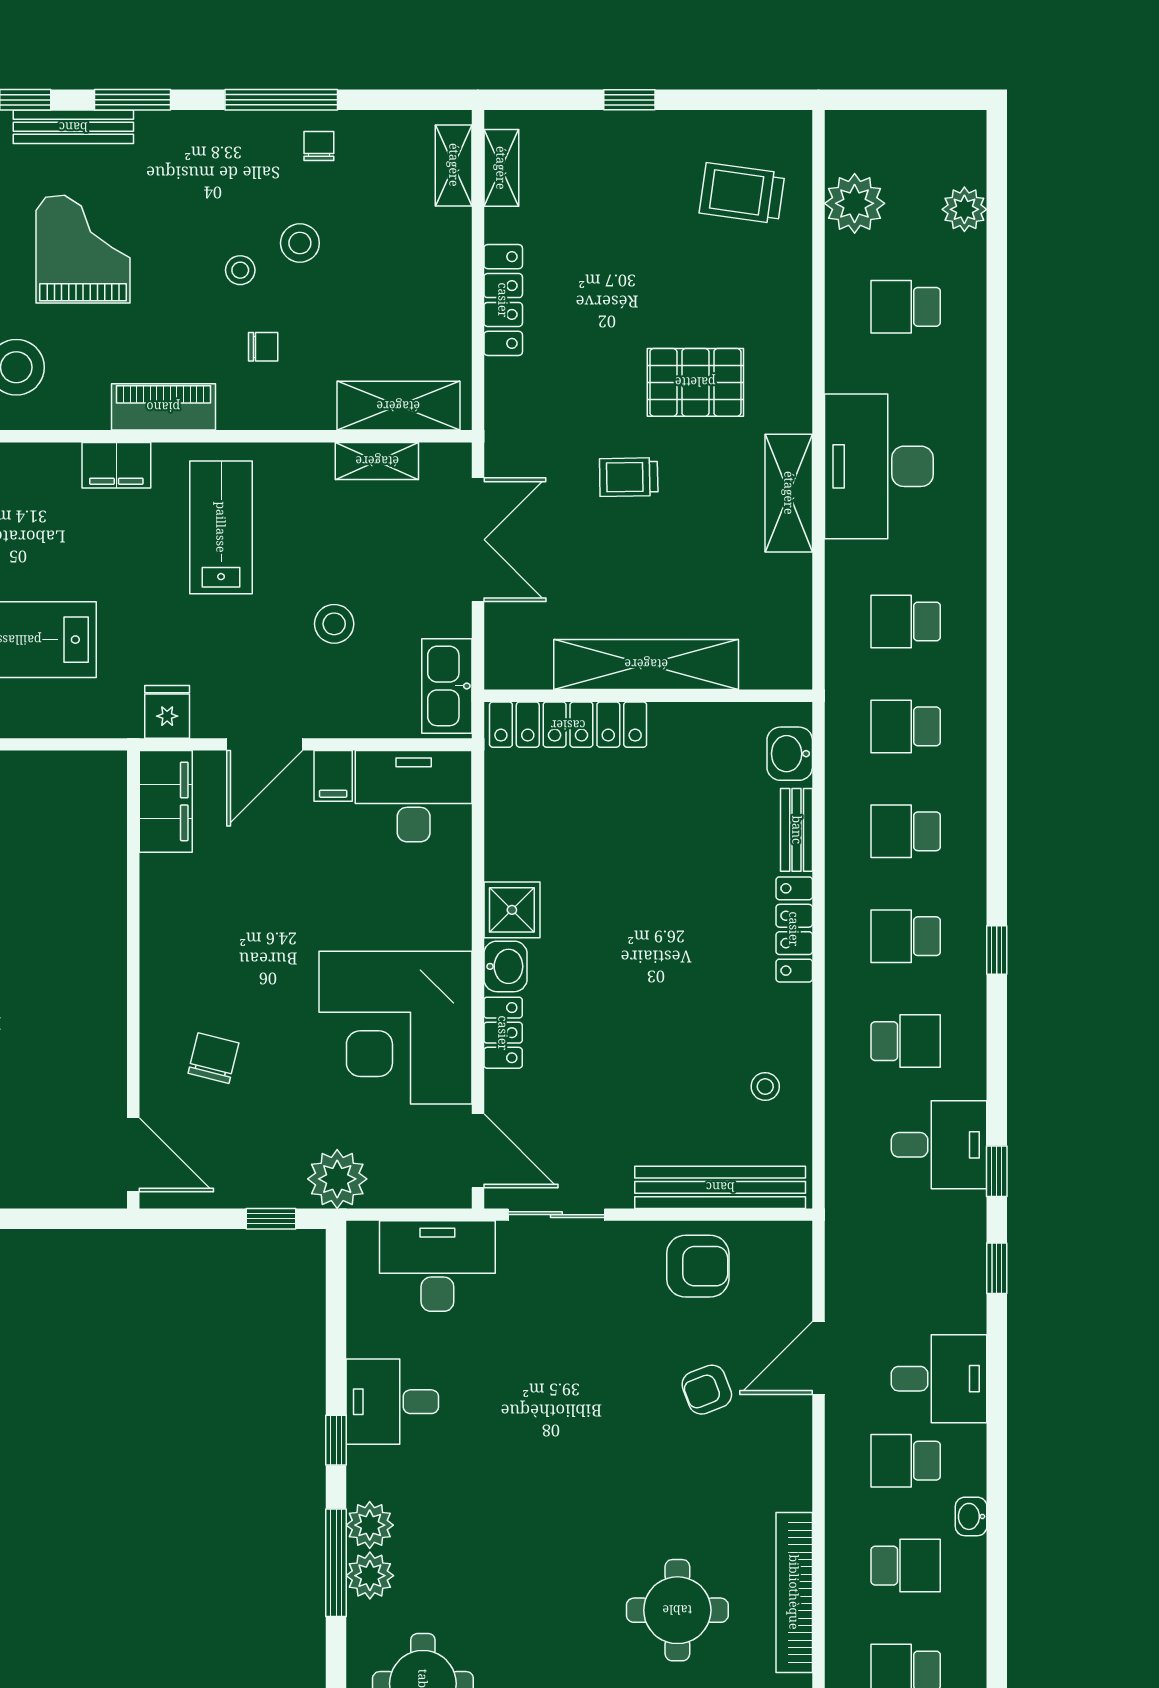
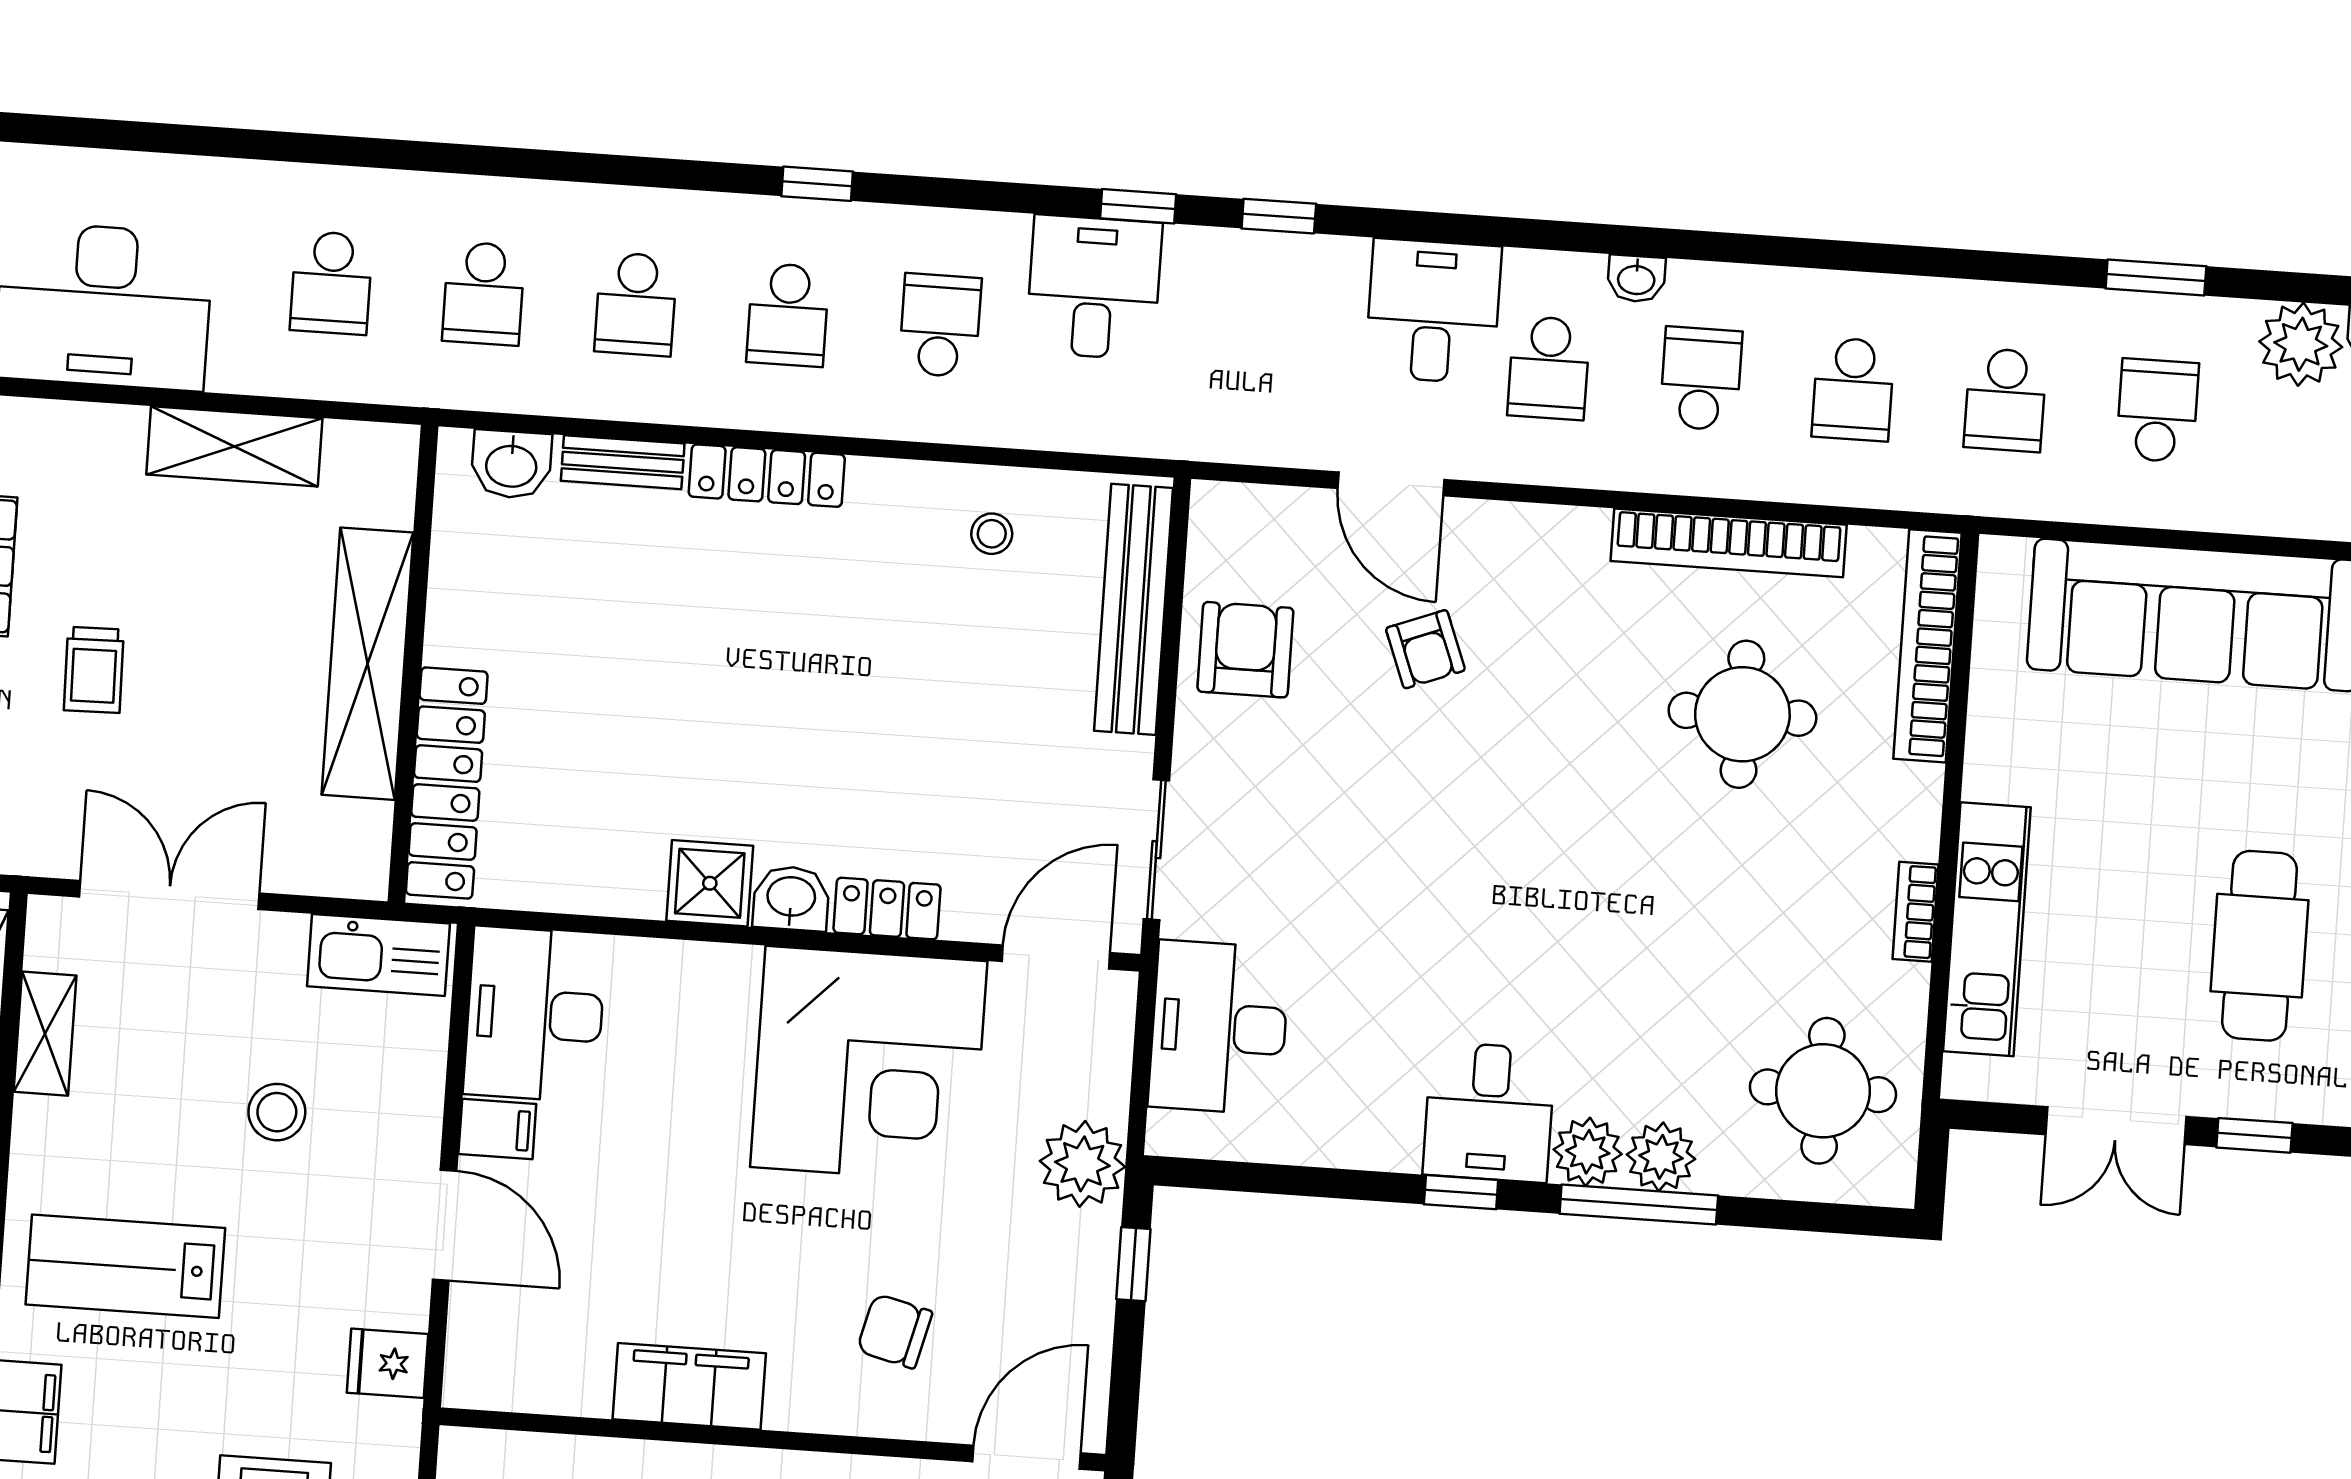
shelving: (789, 493) -> (234, 446), moved
filing cabinet: (166, 801) -> (689, 1386), moved
desk: (392, 1402) -> (1489, 1112), moved

